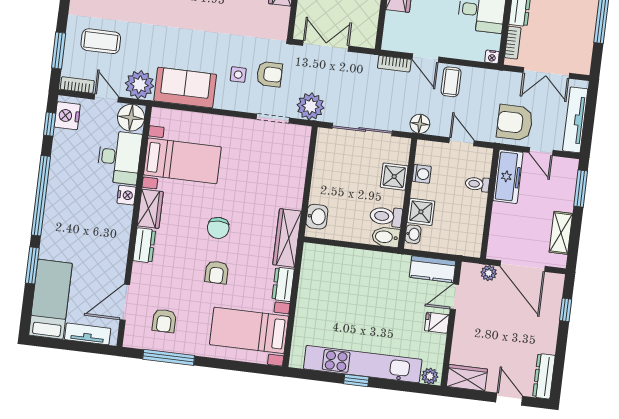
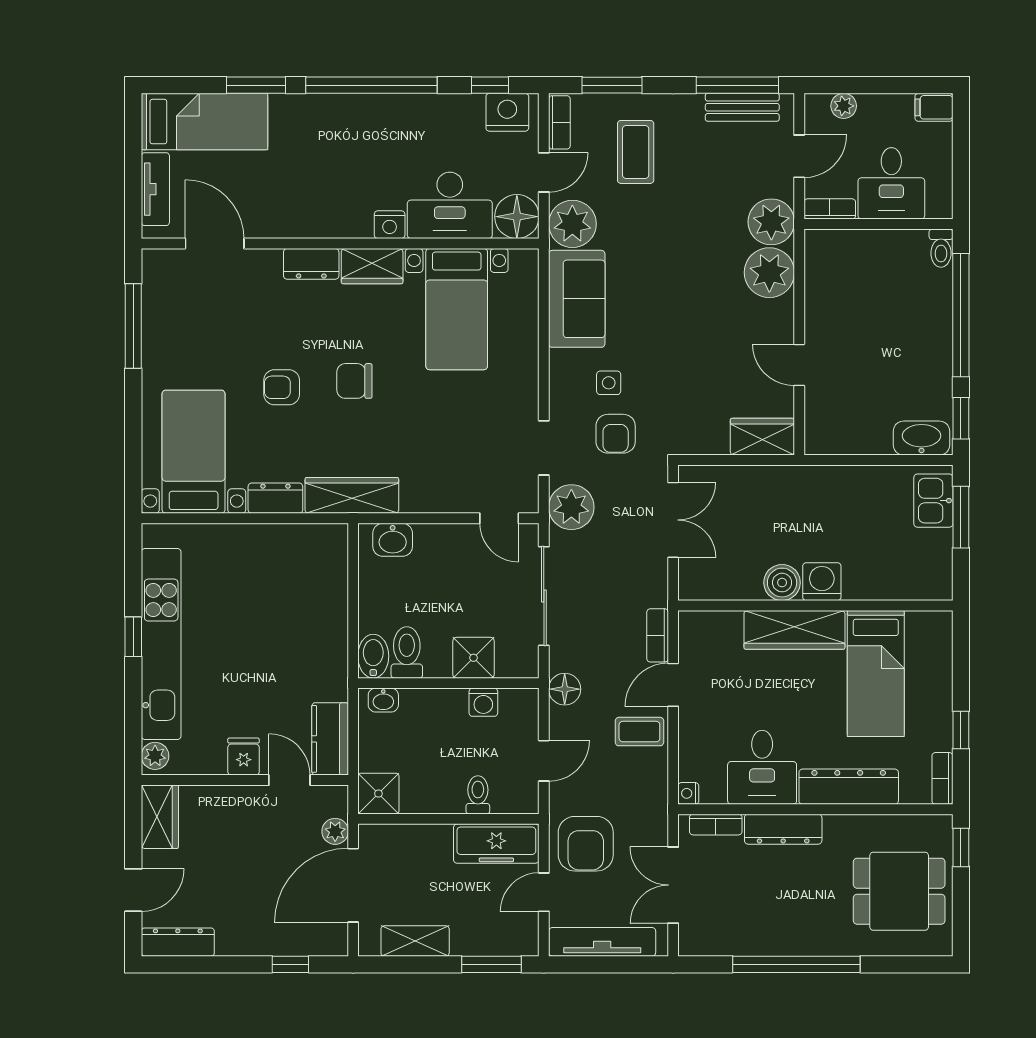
armchair: (515, 123) -> (586, 844), turned 180
door: (312, 151) -> (499, 518), added
shower: (421, 212) -> (378, 794), moved
armchair: (164, 321) -> (192, 311), removed

